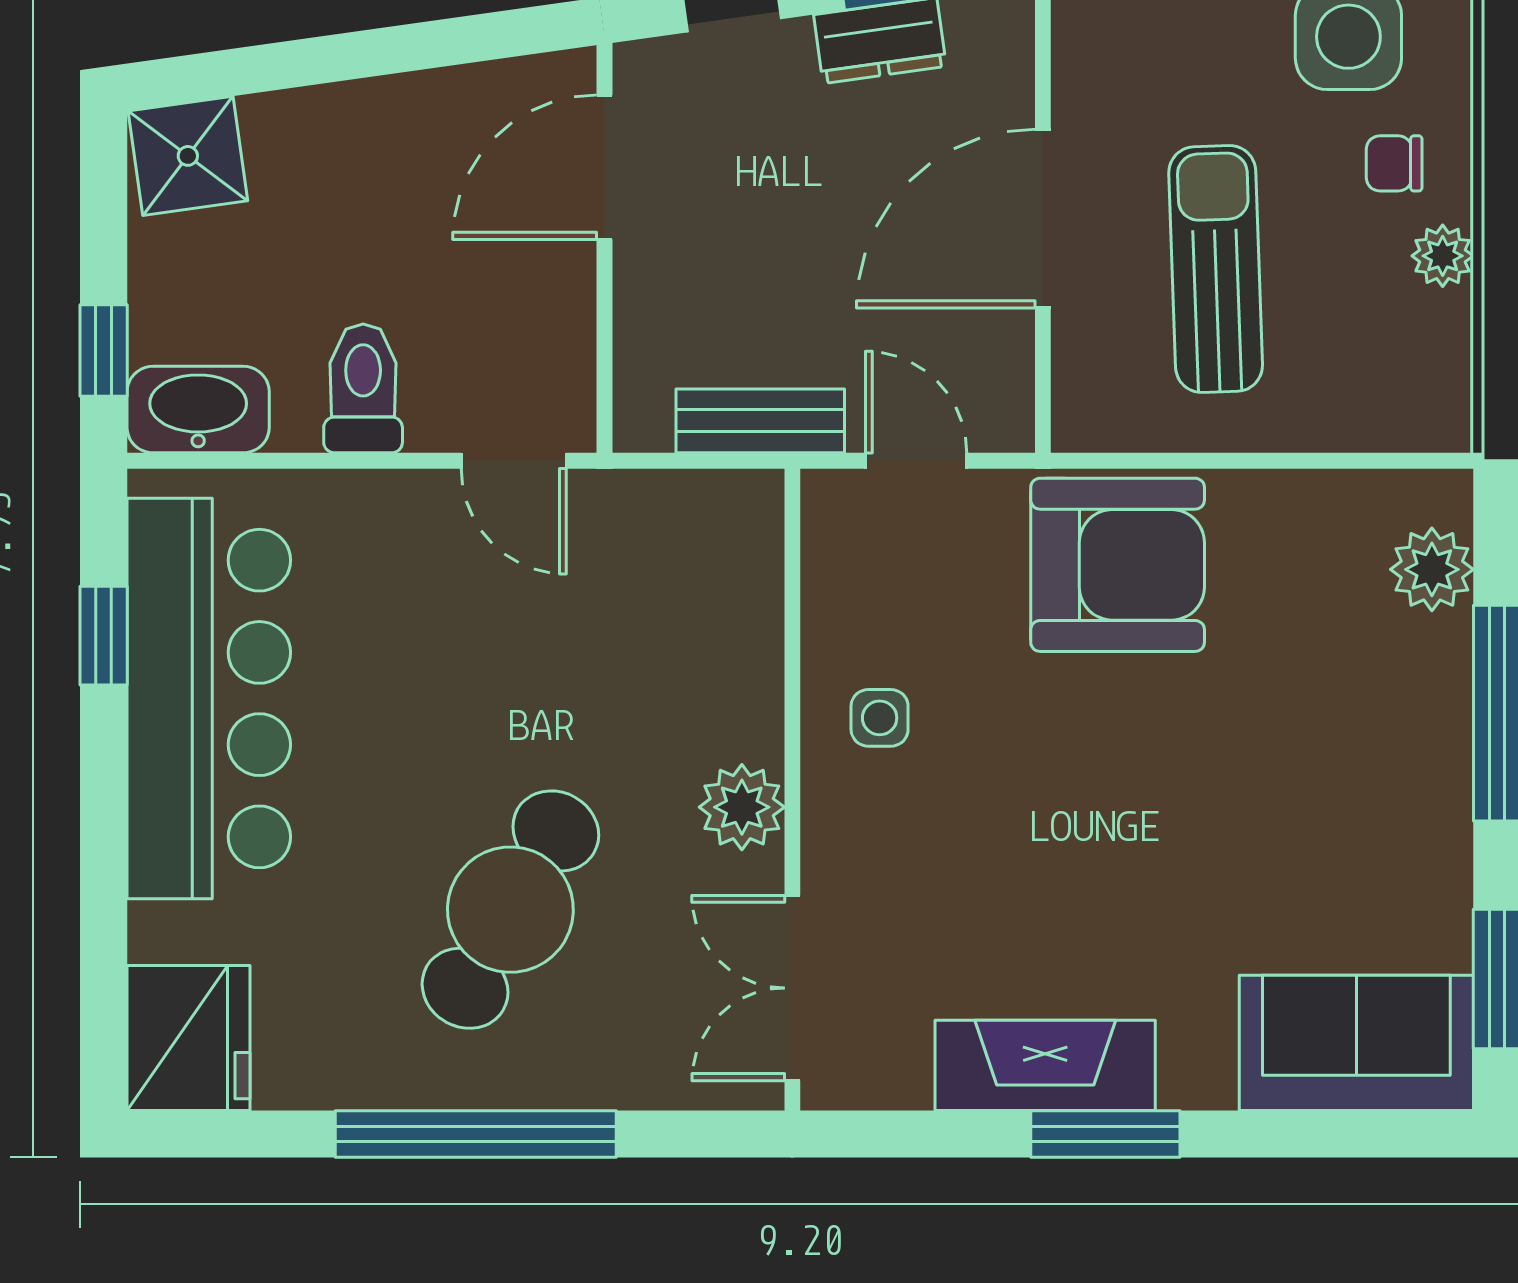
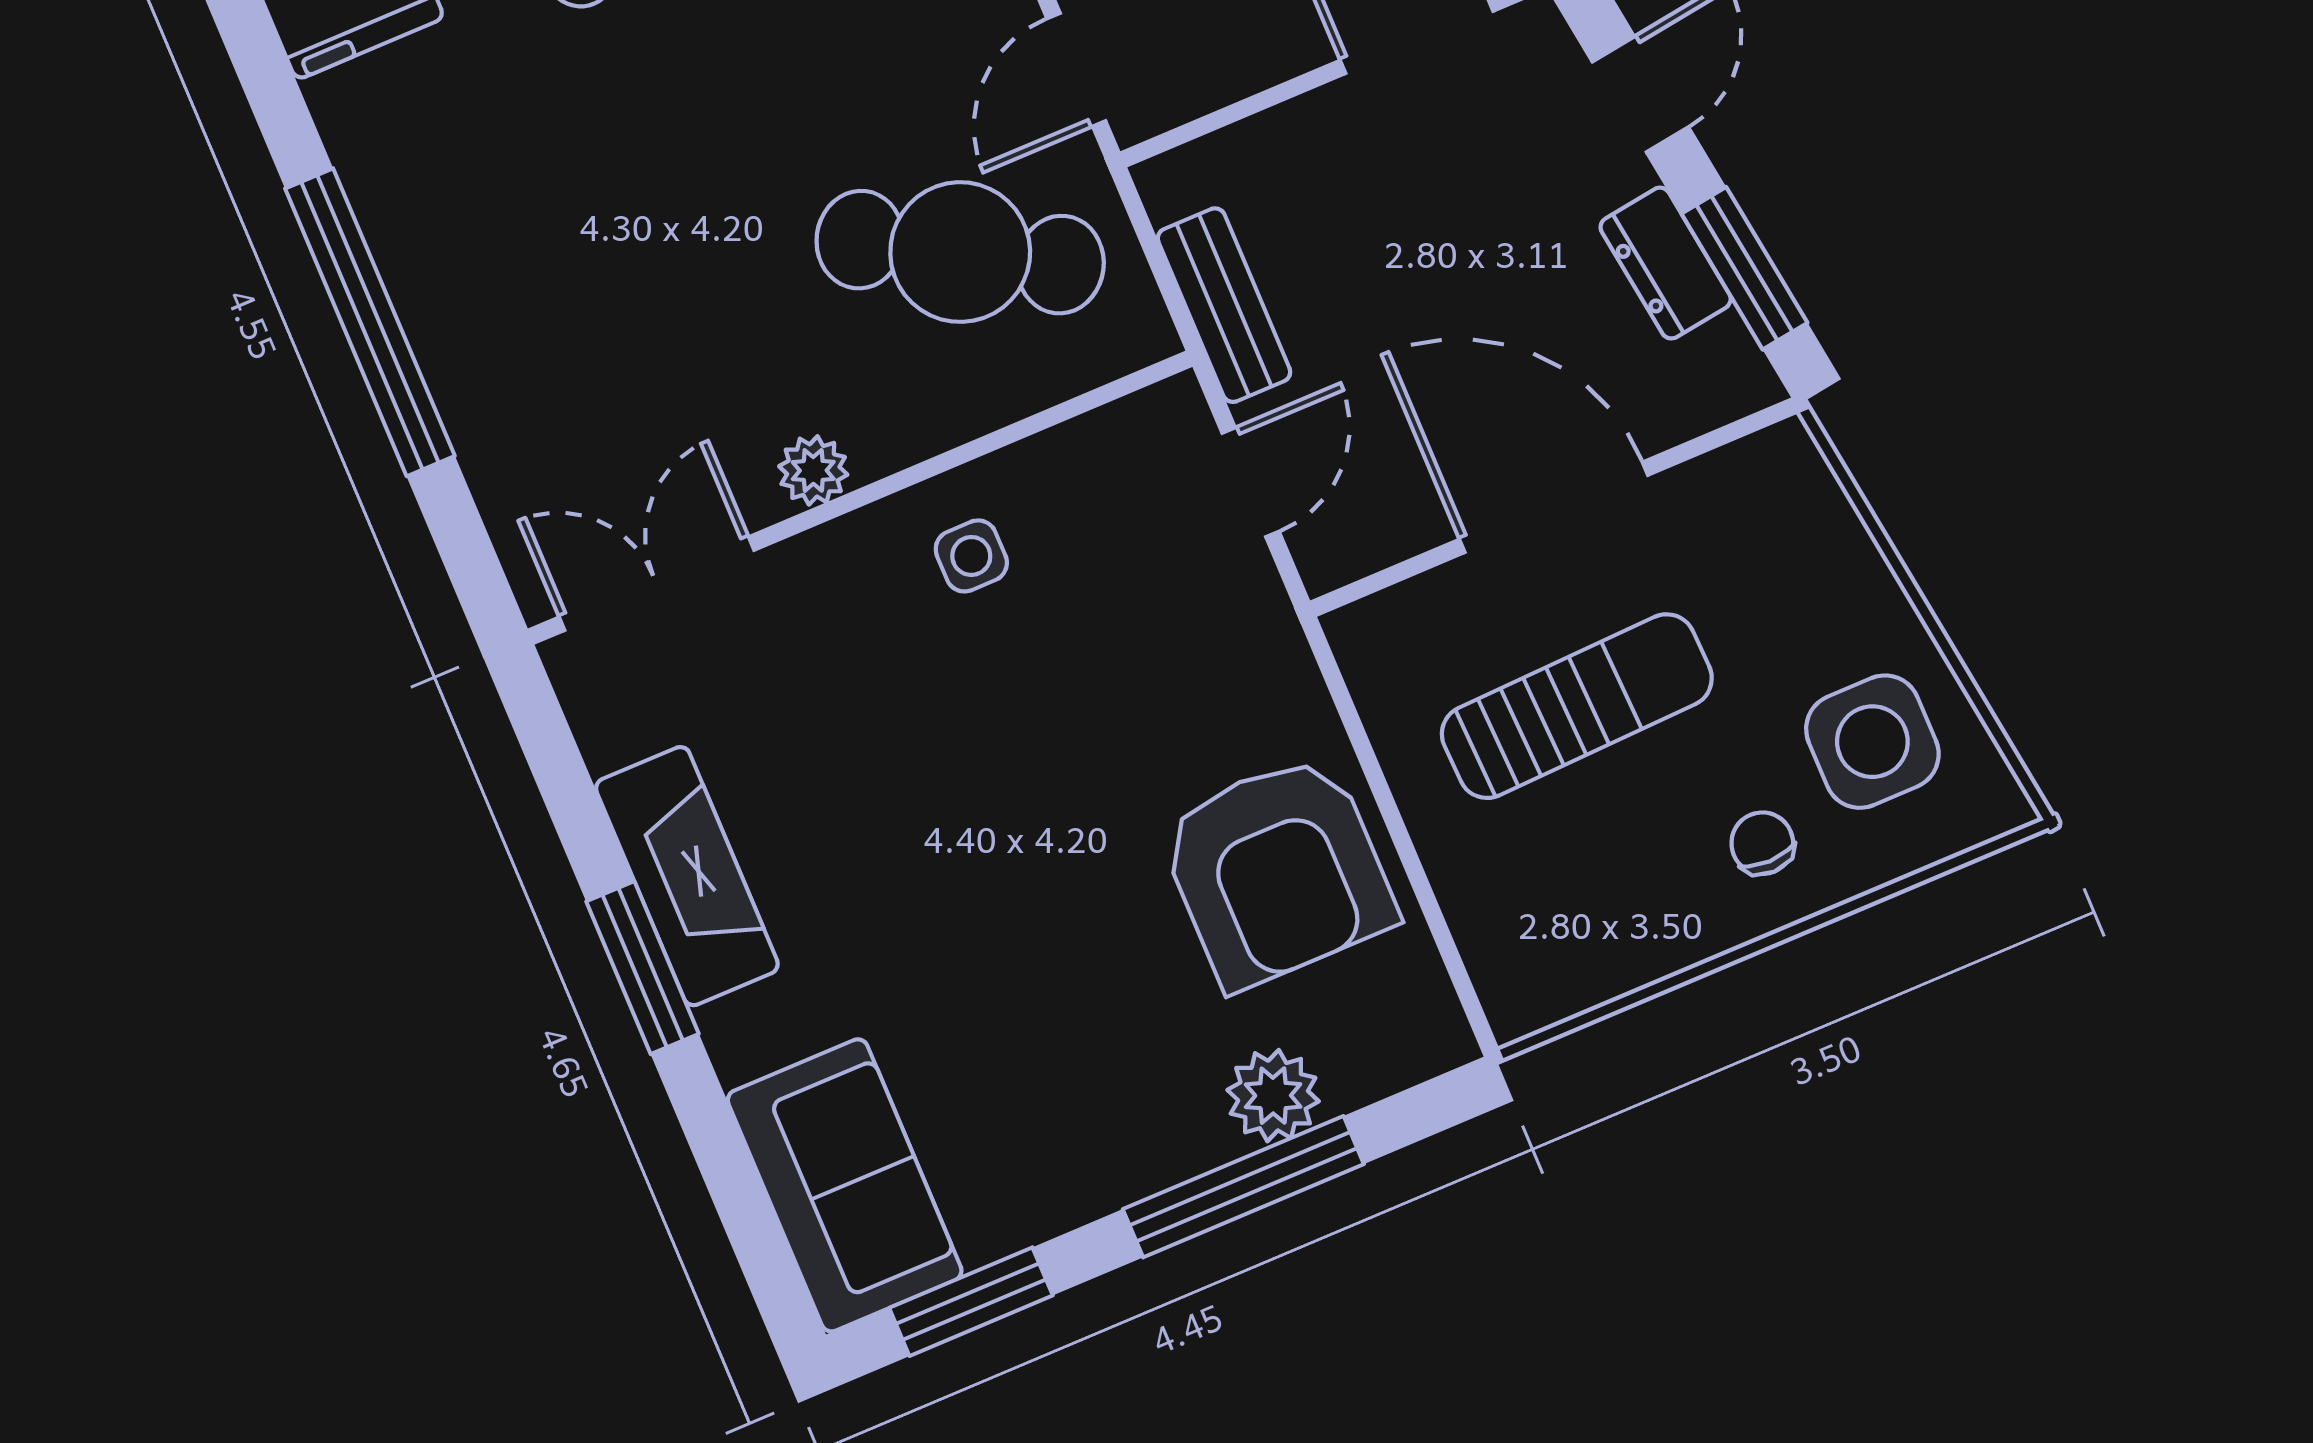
plant: (1443, 256) -> (1689, 933), removed
armchair: (1118, 565) -> (1277, 871), moved
plant: (1432, 569) -> (1273, 1096), moved
plant: (742, 807) -> (813, 470), width x0.73, depth x0.73
cafe table: (510, 910) -> (960, 252), moved

